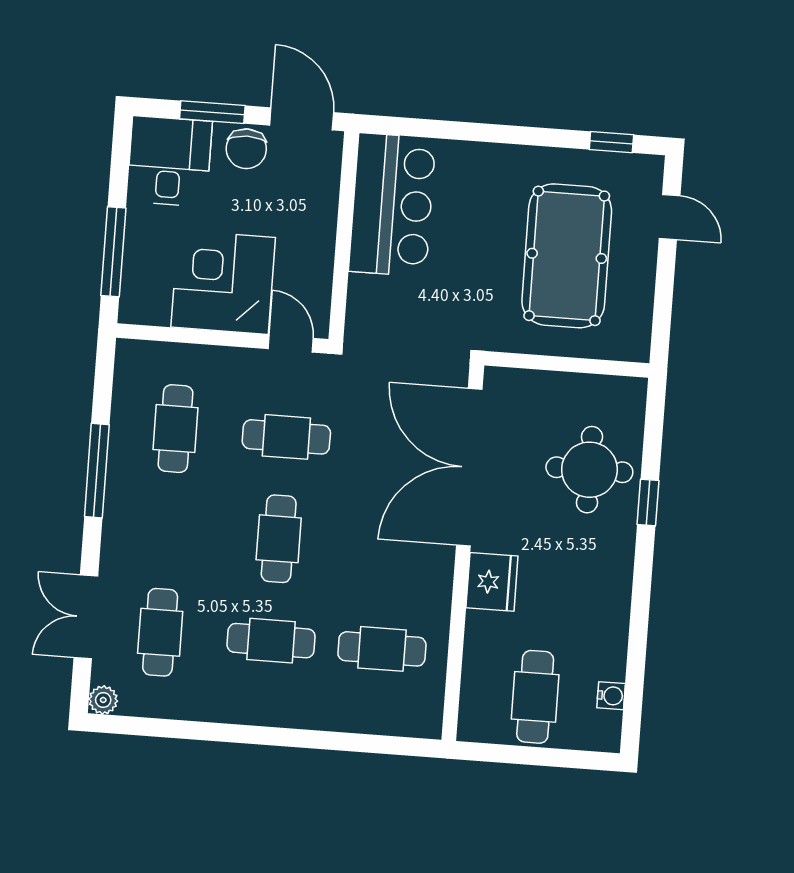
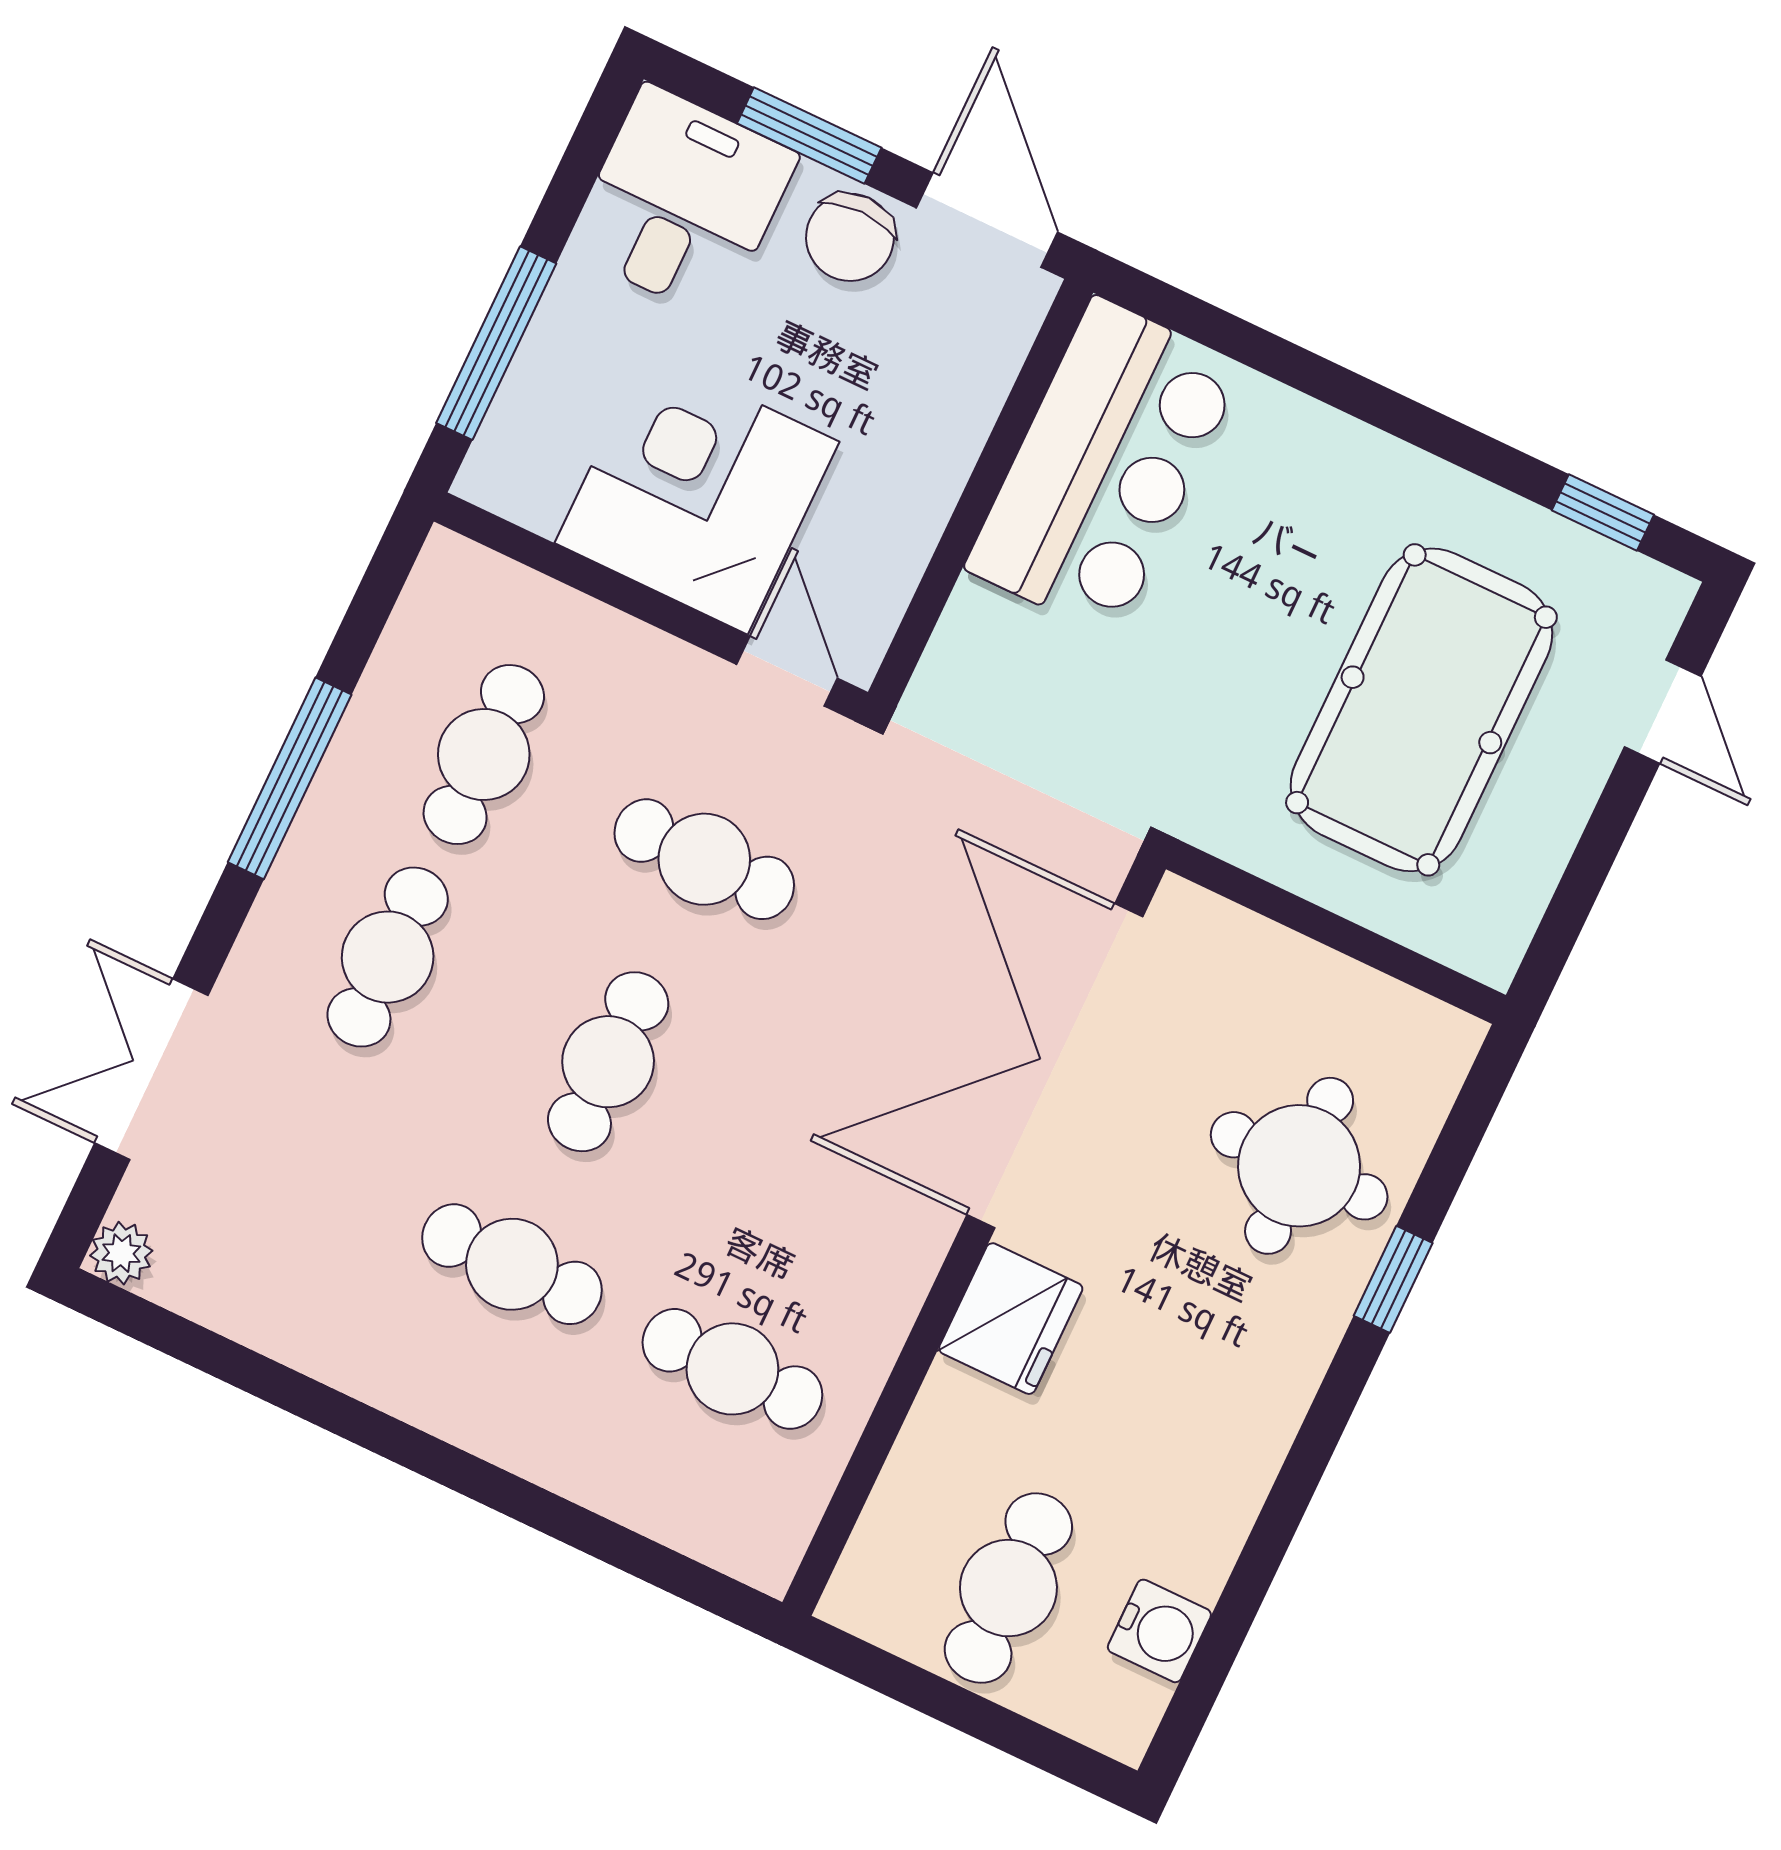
cafe table: (160, 632) -> (388, 957), moved
water cooler: (611, 696) -> (1159, 1631), width x1.38, depth x1.38

